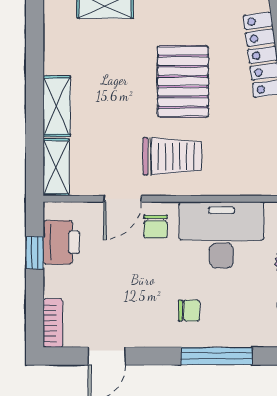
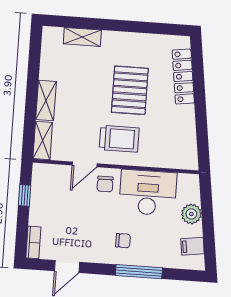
printer: (61, 242) -> (43, 190), removed

